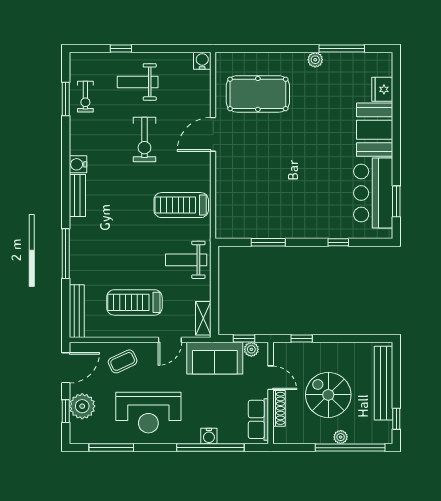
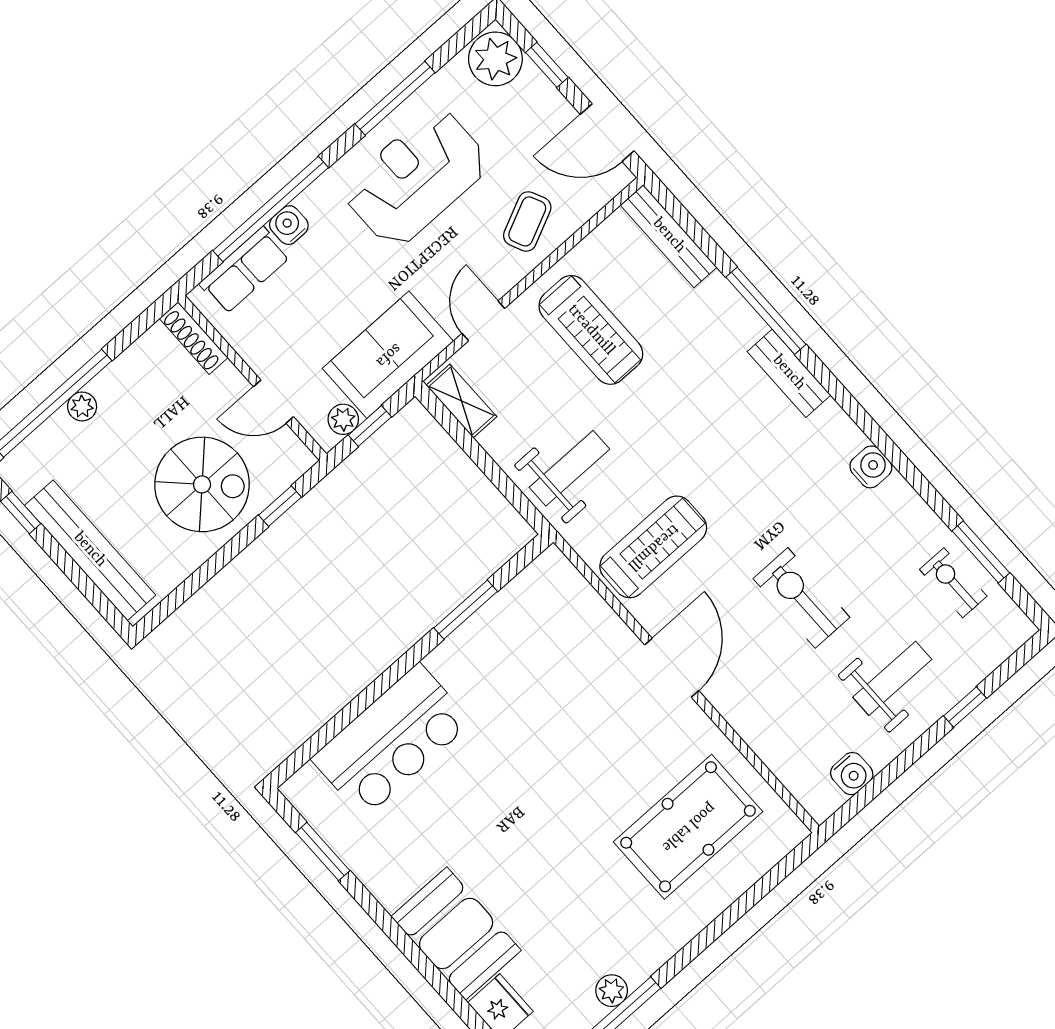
plant: (315, 60) -> (612, 991), moved
water cooler: (202, 61) -> (852, 774), moved
door: (213, 134) -> (672, 668), moved
bar counter: (373, 193) -> (391, 740), moved, turned 90
bench: (77, 195) -> (789, 373), moved
window: (338, 242) -> (356, 707), removed
treadmill: (134, 302) -> (591, 330), turned 90
door: (66, 368) -> (607, 133), hinge flipped
spiral stairs: (328, 395) -> (202, 484), moved
plant: (82, 406) -> (495, 59), moved
shoe rack: (279, 408) -> (194, 338), moved
row of seats: (258, 419) -> (245, 270), moved, turned 90
window: (111, 448) -> (395, 98), moved

